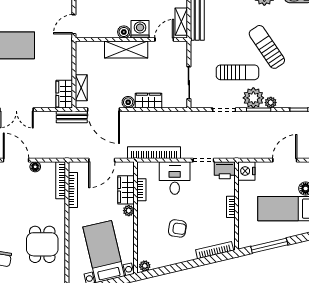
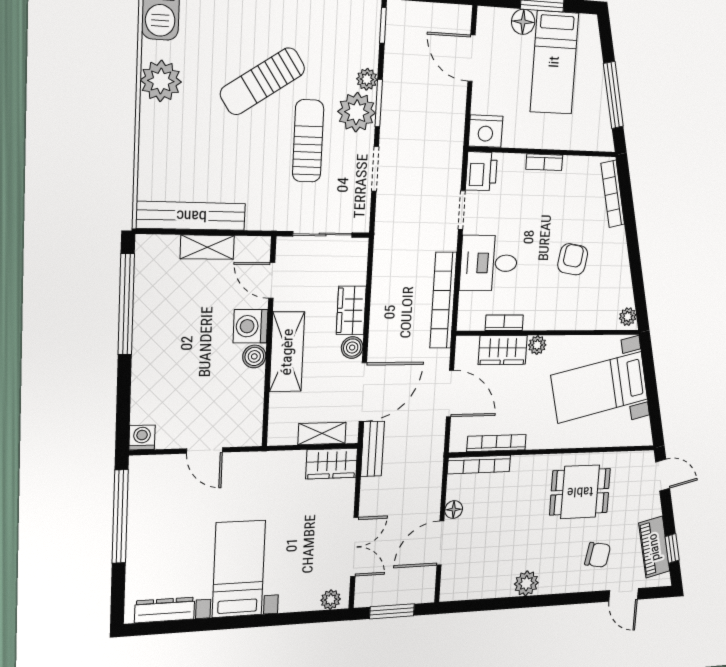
washing machine: (140, 29) -> (250, 326), moved
boiler: (124, 32) -> (254, 356), moved
wall: (131, 40) -> (269, 342), moved
door: (164, 40) -> (272, 280), moved
shelving: (126, 50) -> (287, 352), moved

